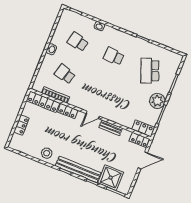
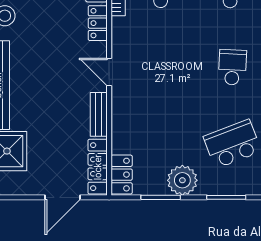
locker: (140, 140) -> (98, 167), width x1.53
door: (143, 160) -> (62, 197), hinge flipped

